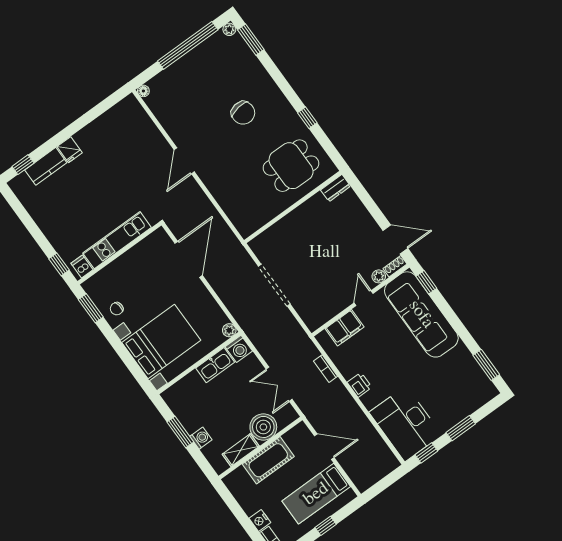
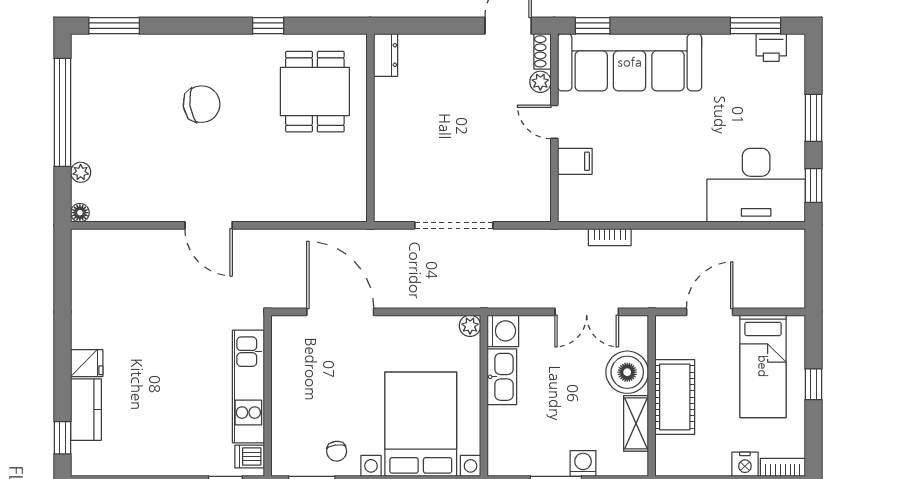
plant: (229, 29) -> (81, 172), moved
filing cabinet: (345, 328) -> (575, 161), width x0.50
printer: (360, 385) -> (771, 48), moved, turned 180

